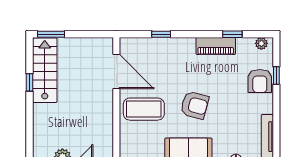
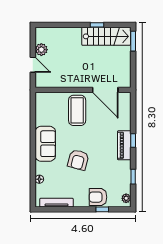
window: (161, 34) -> (133, 140), moved
piano: (216, 46) -> (124, 145), moved
door: (116, 72) -> (105, 90), hinge flipped
armchair: (195, 105) -> (78, 160), moved

